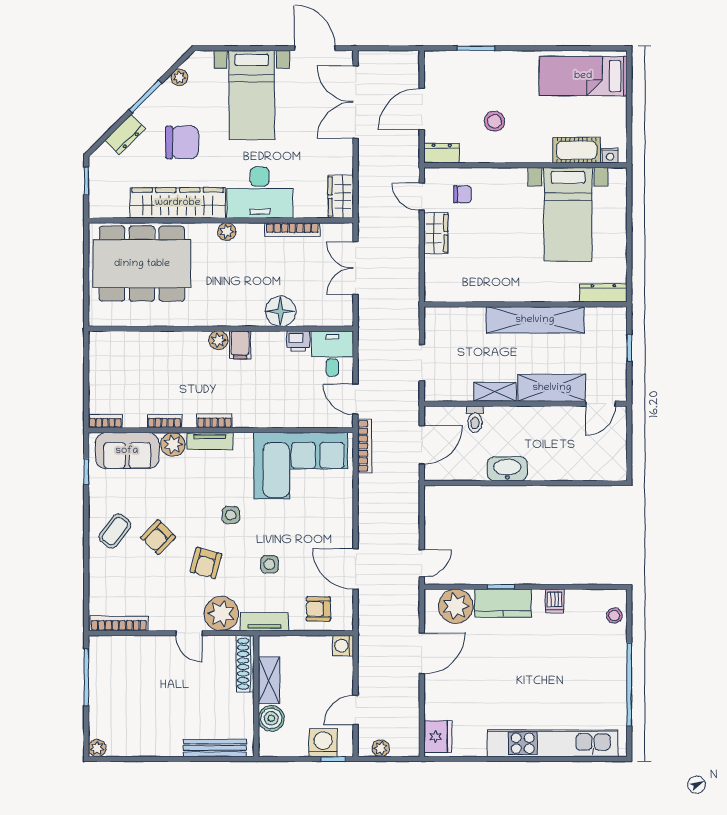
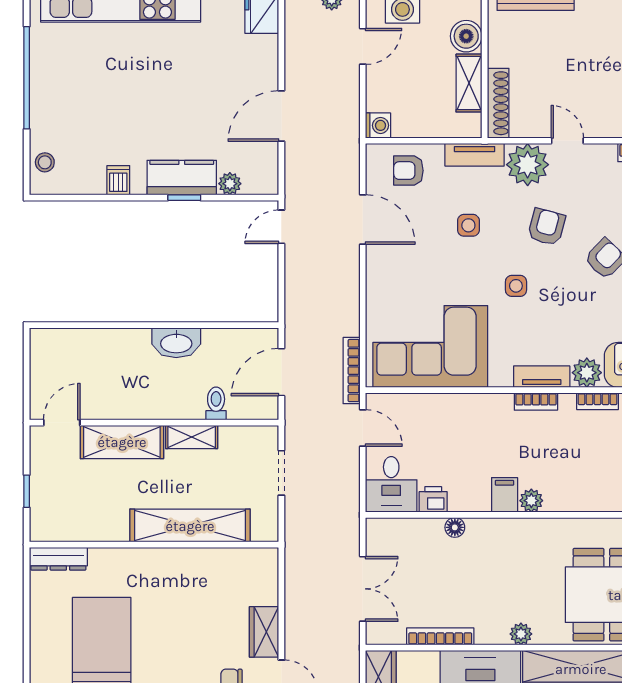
floor lamp: (281, 311) -> (455, 527), width x0.53, depth x0.53
shelving: (535, 320) -> (190, 526), moved
plant: (456, 606) -> (230, 184), width x0.53, depth x0.53
armchair: (318, 609) -> (408, 171), turned 180

